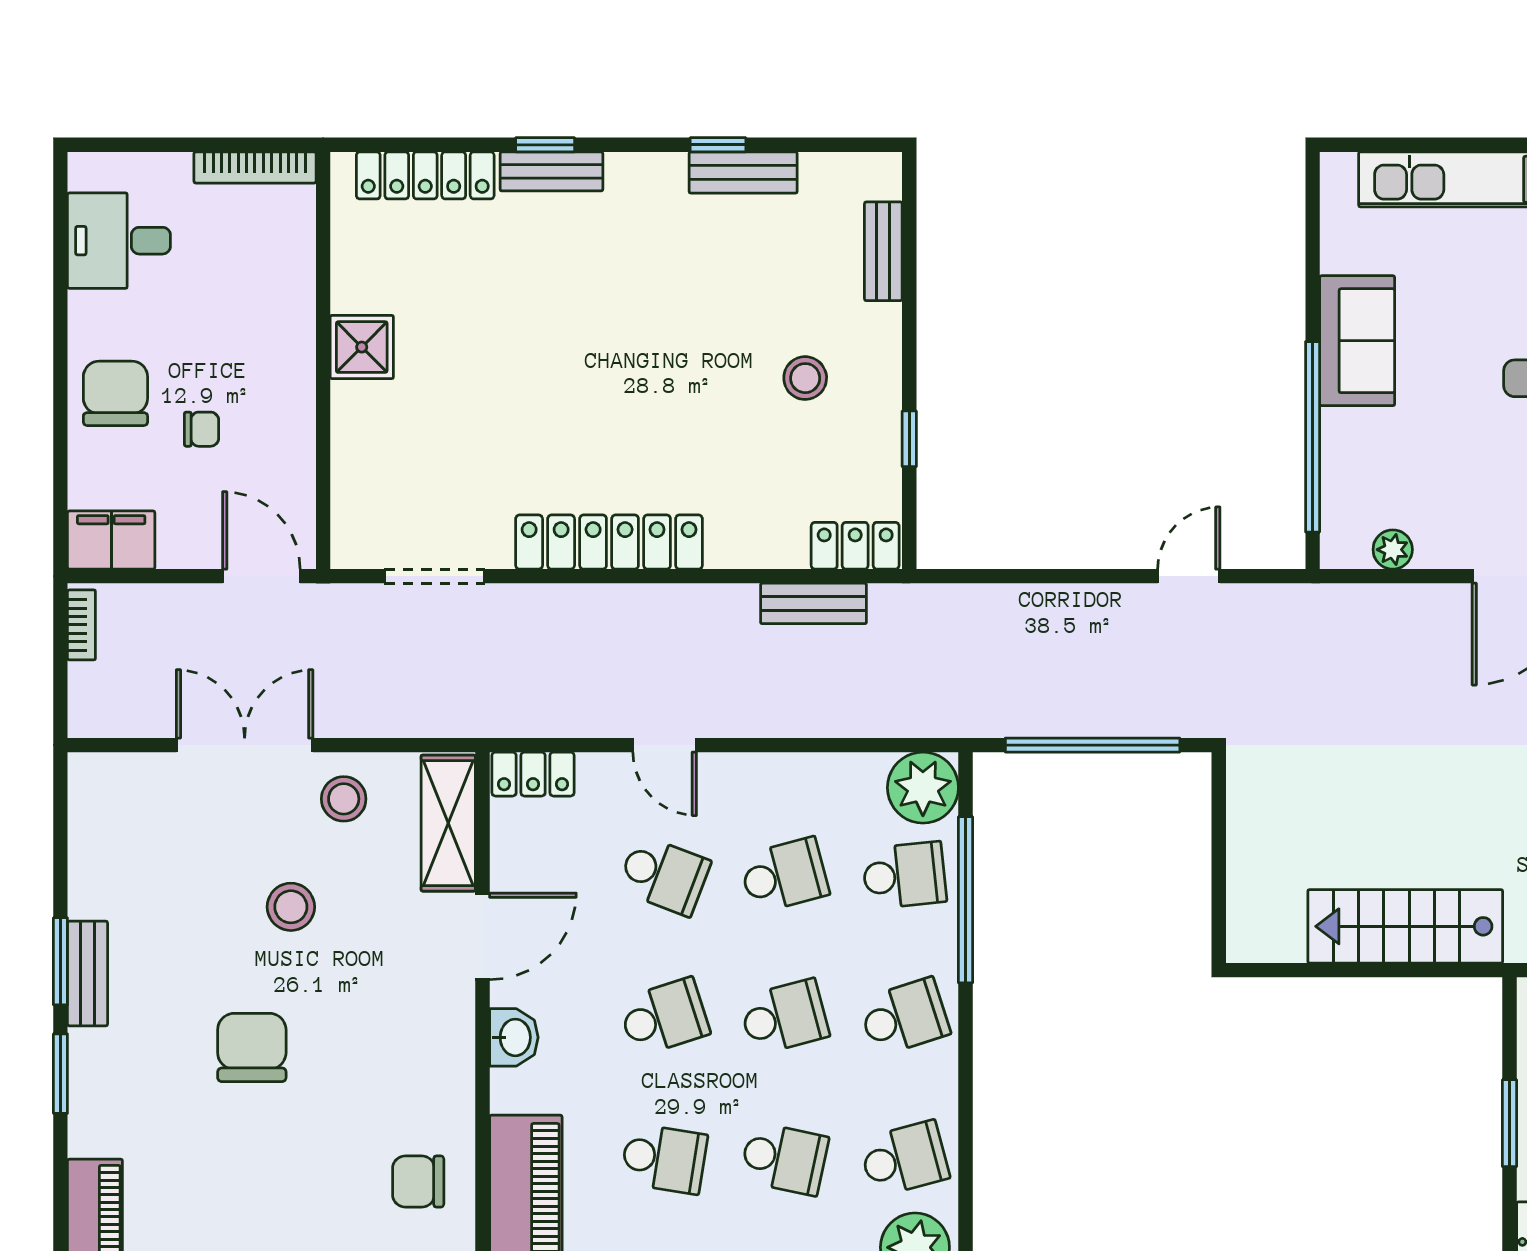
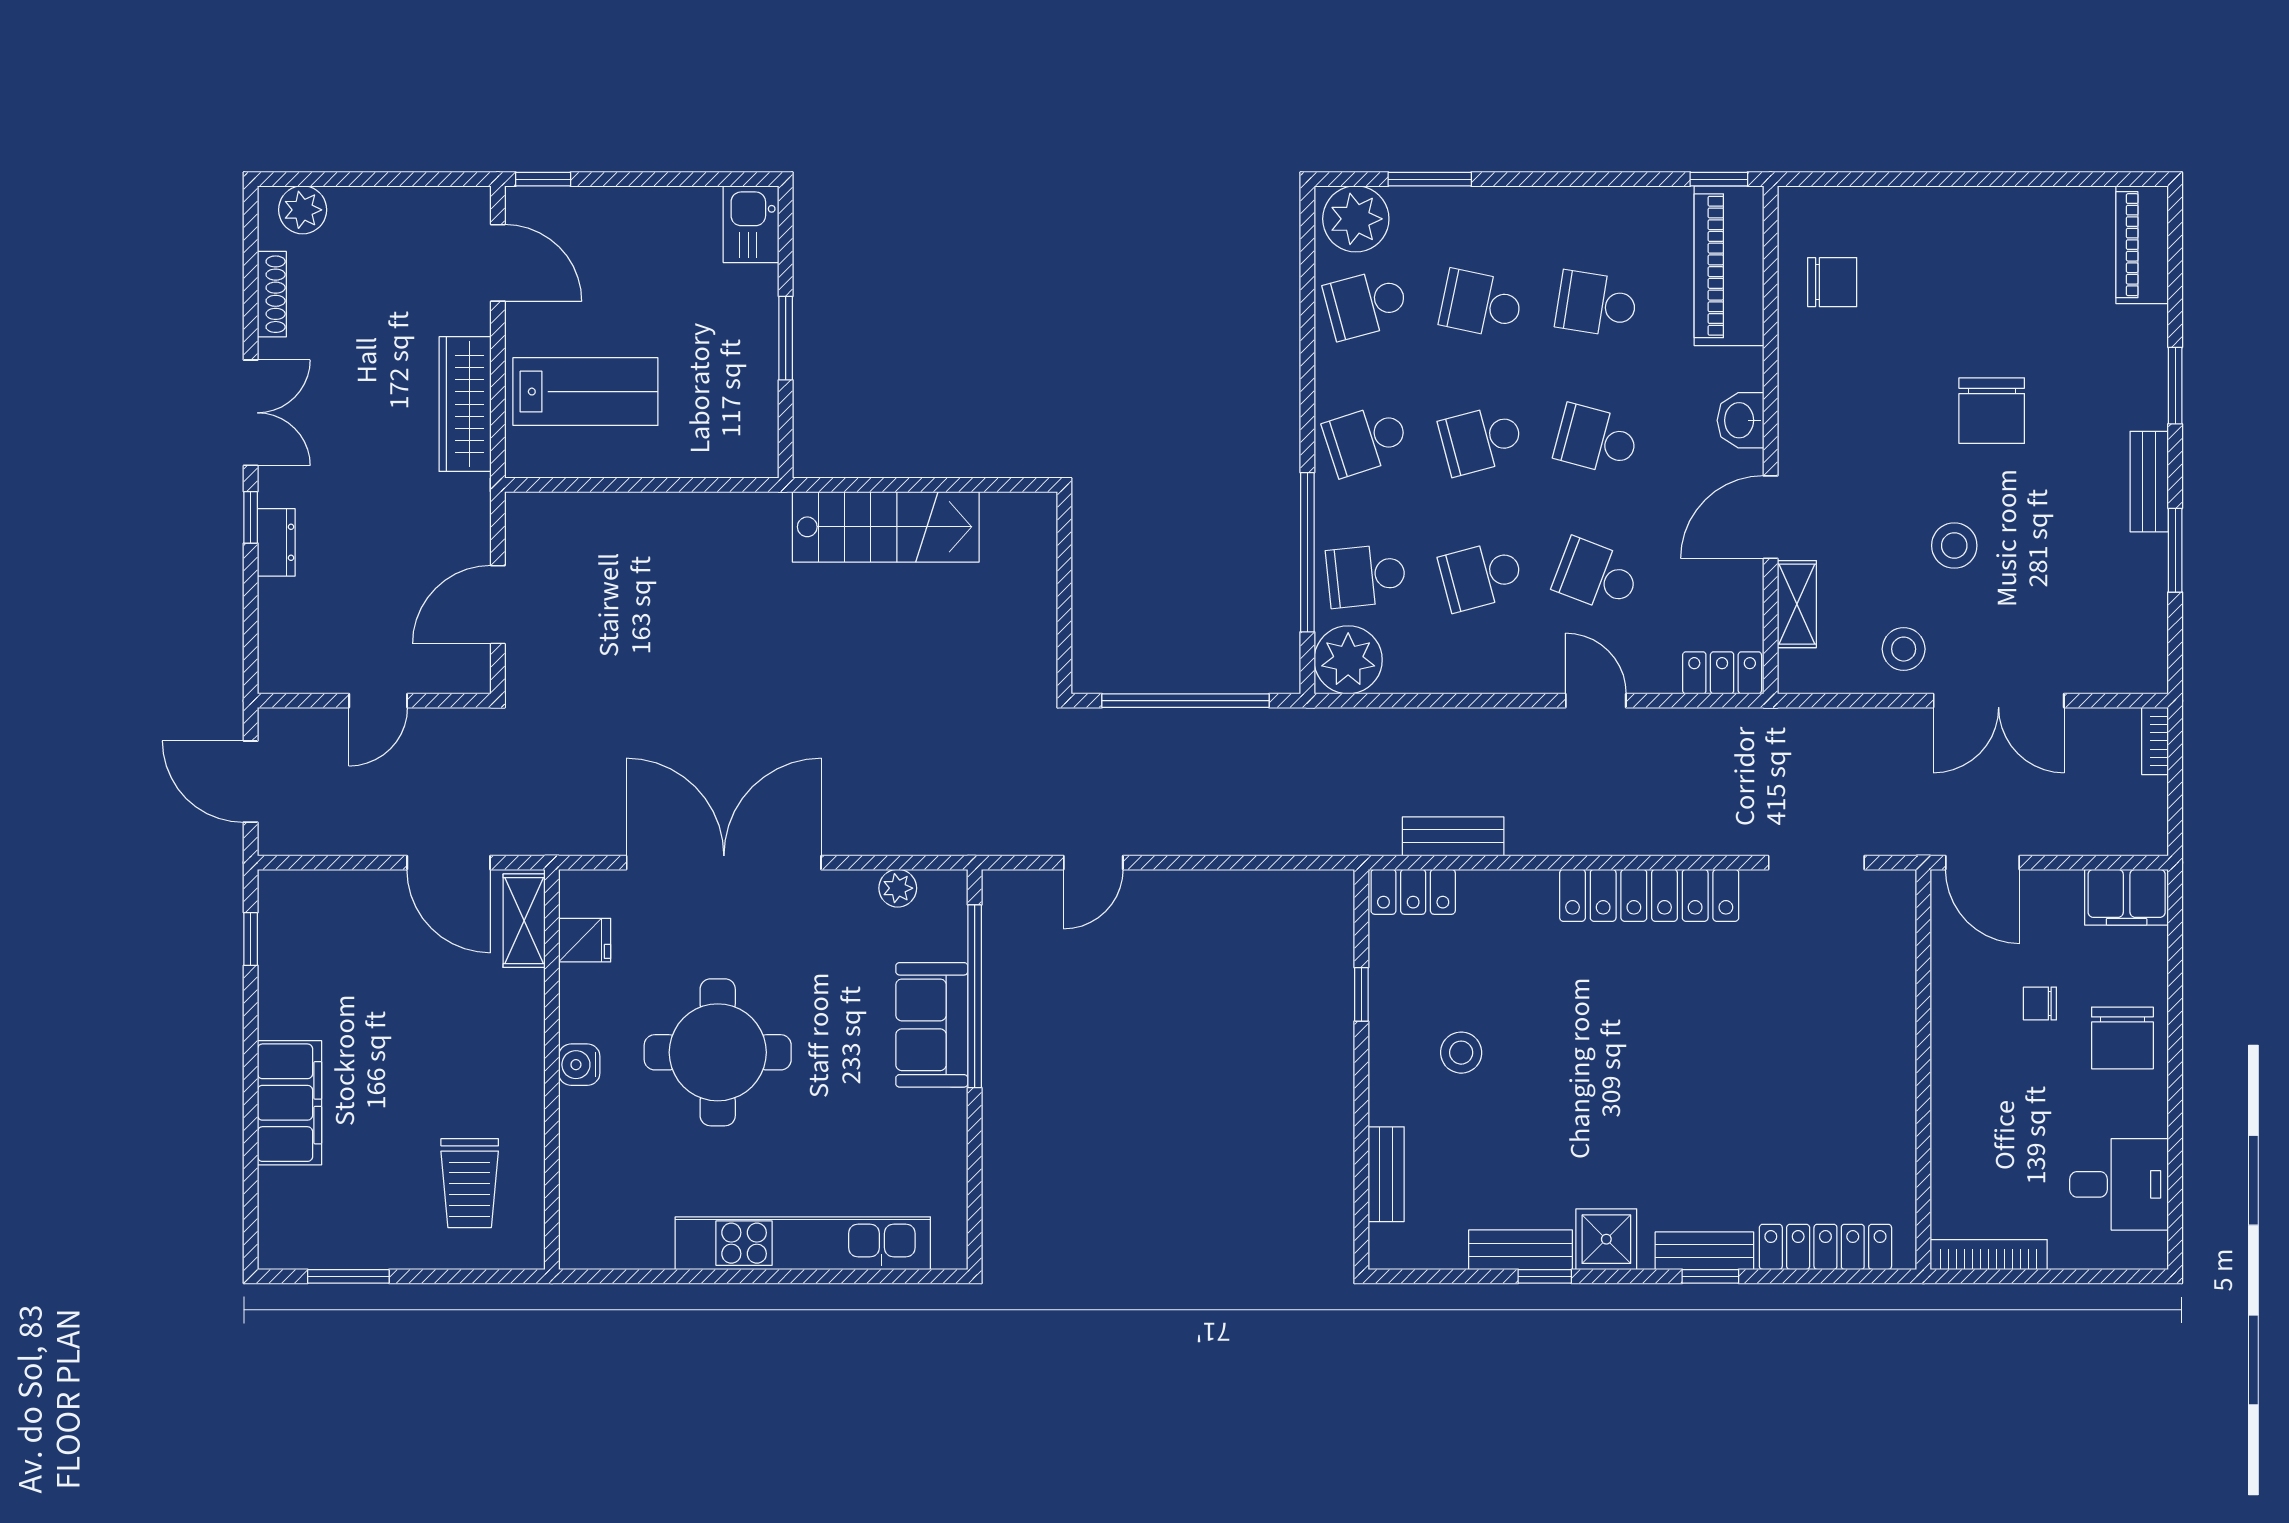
sofa: (1357, 341) -> (932, 1025), moved
shower: (362, 347) -> (1606, 1239), moved
bookcase: (81, 625) -> (2155, 741), moved
shelving: (448, 823) -> (1797, 604), width x0.67, depth x0.75
window: (60, 961) -> (2175, 550), moved
school desk: (664, 1017) -> (1597, 440), turned 33

